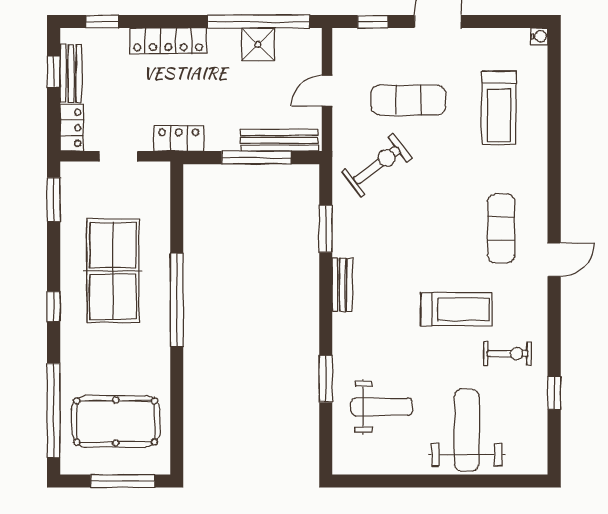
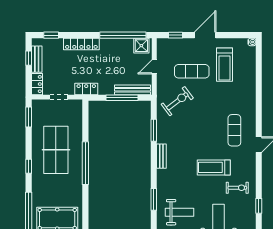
shower: (258, 44) -> (141, 46), moved
treadmill: (499, 108) -> (225, 65), moved
treadmill: (456, 309) -> (214, 167), turned 180

